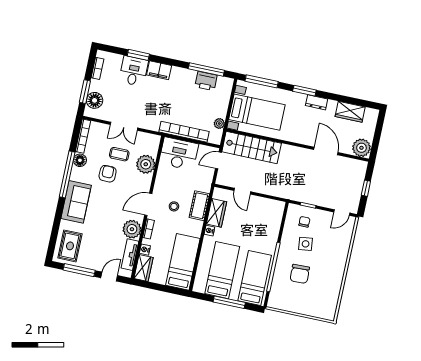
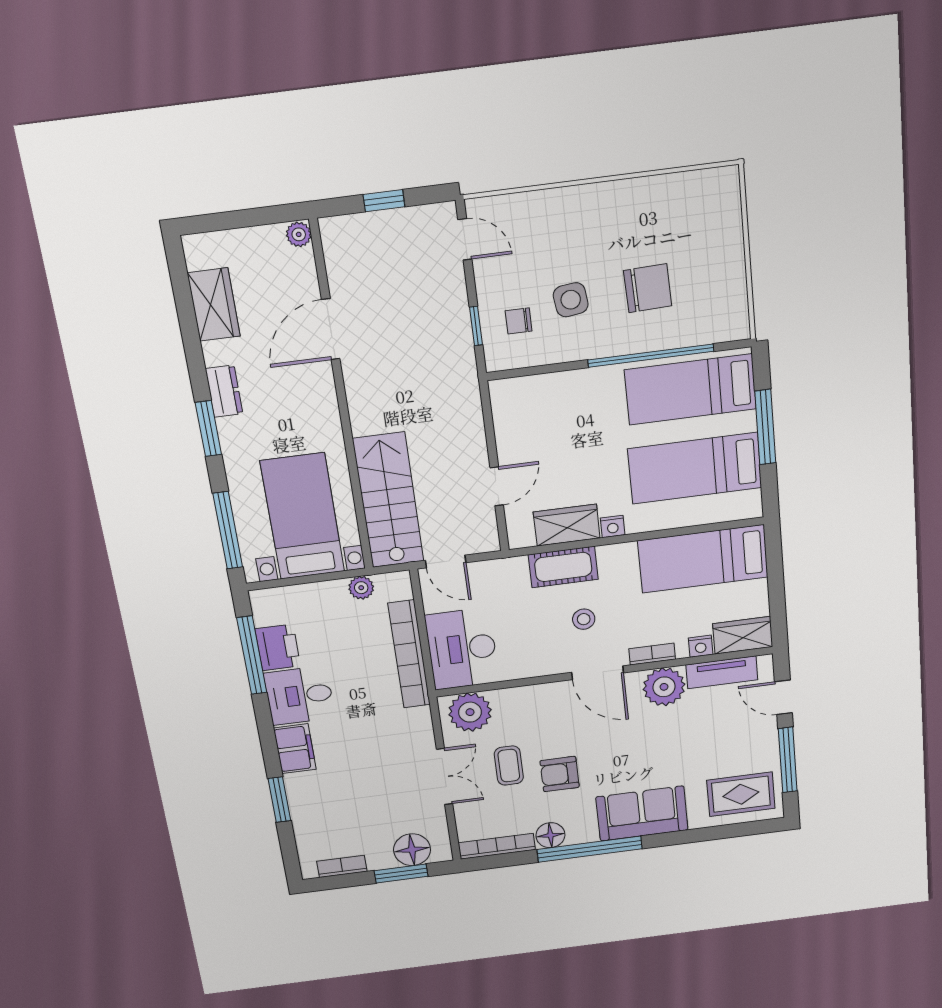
desk: (134, 71) -> (299, 696), moved
plant: (361, 148) -> (299, 234), width x0.53, depth x0.53
plant: (146, 164) -> (470, 712), moved

